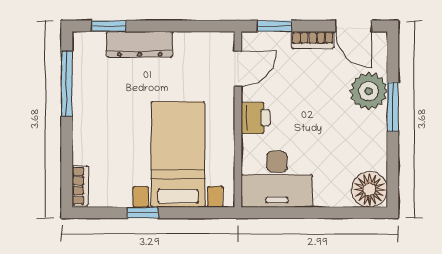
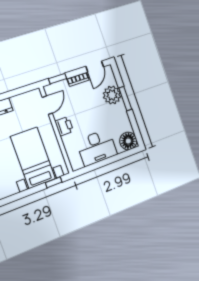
door: (354, 26) -> (95, 67), hinge flipped
desk: (277, 179) -> (97, 147), moved
window: (143, 213) -> (54, 182), moved

